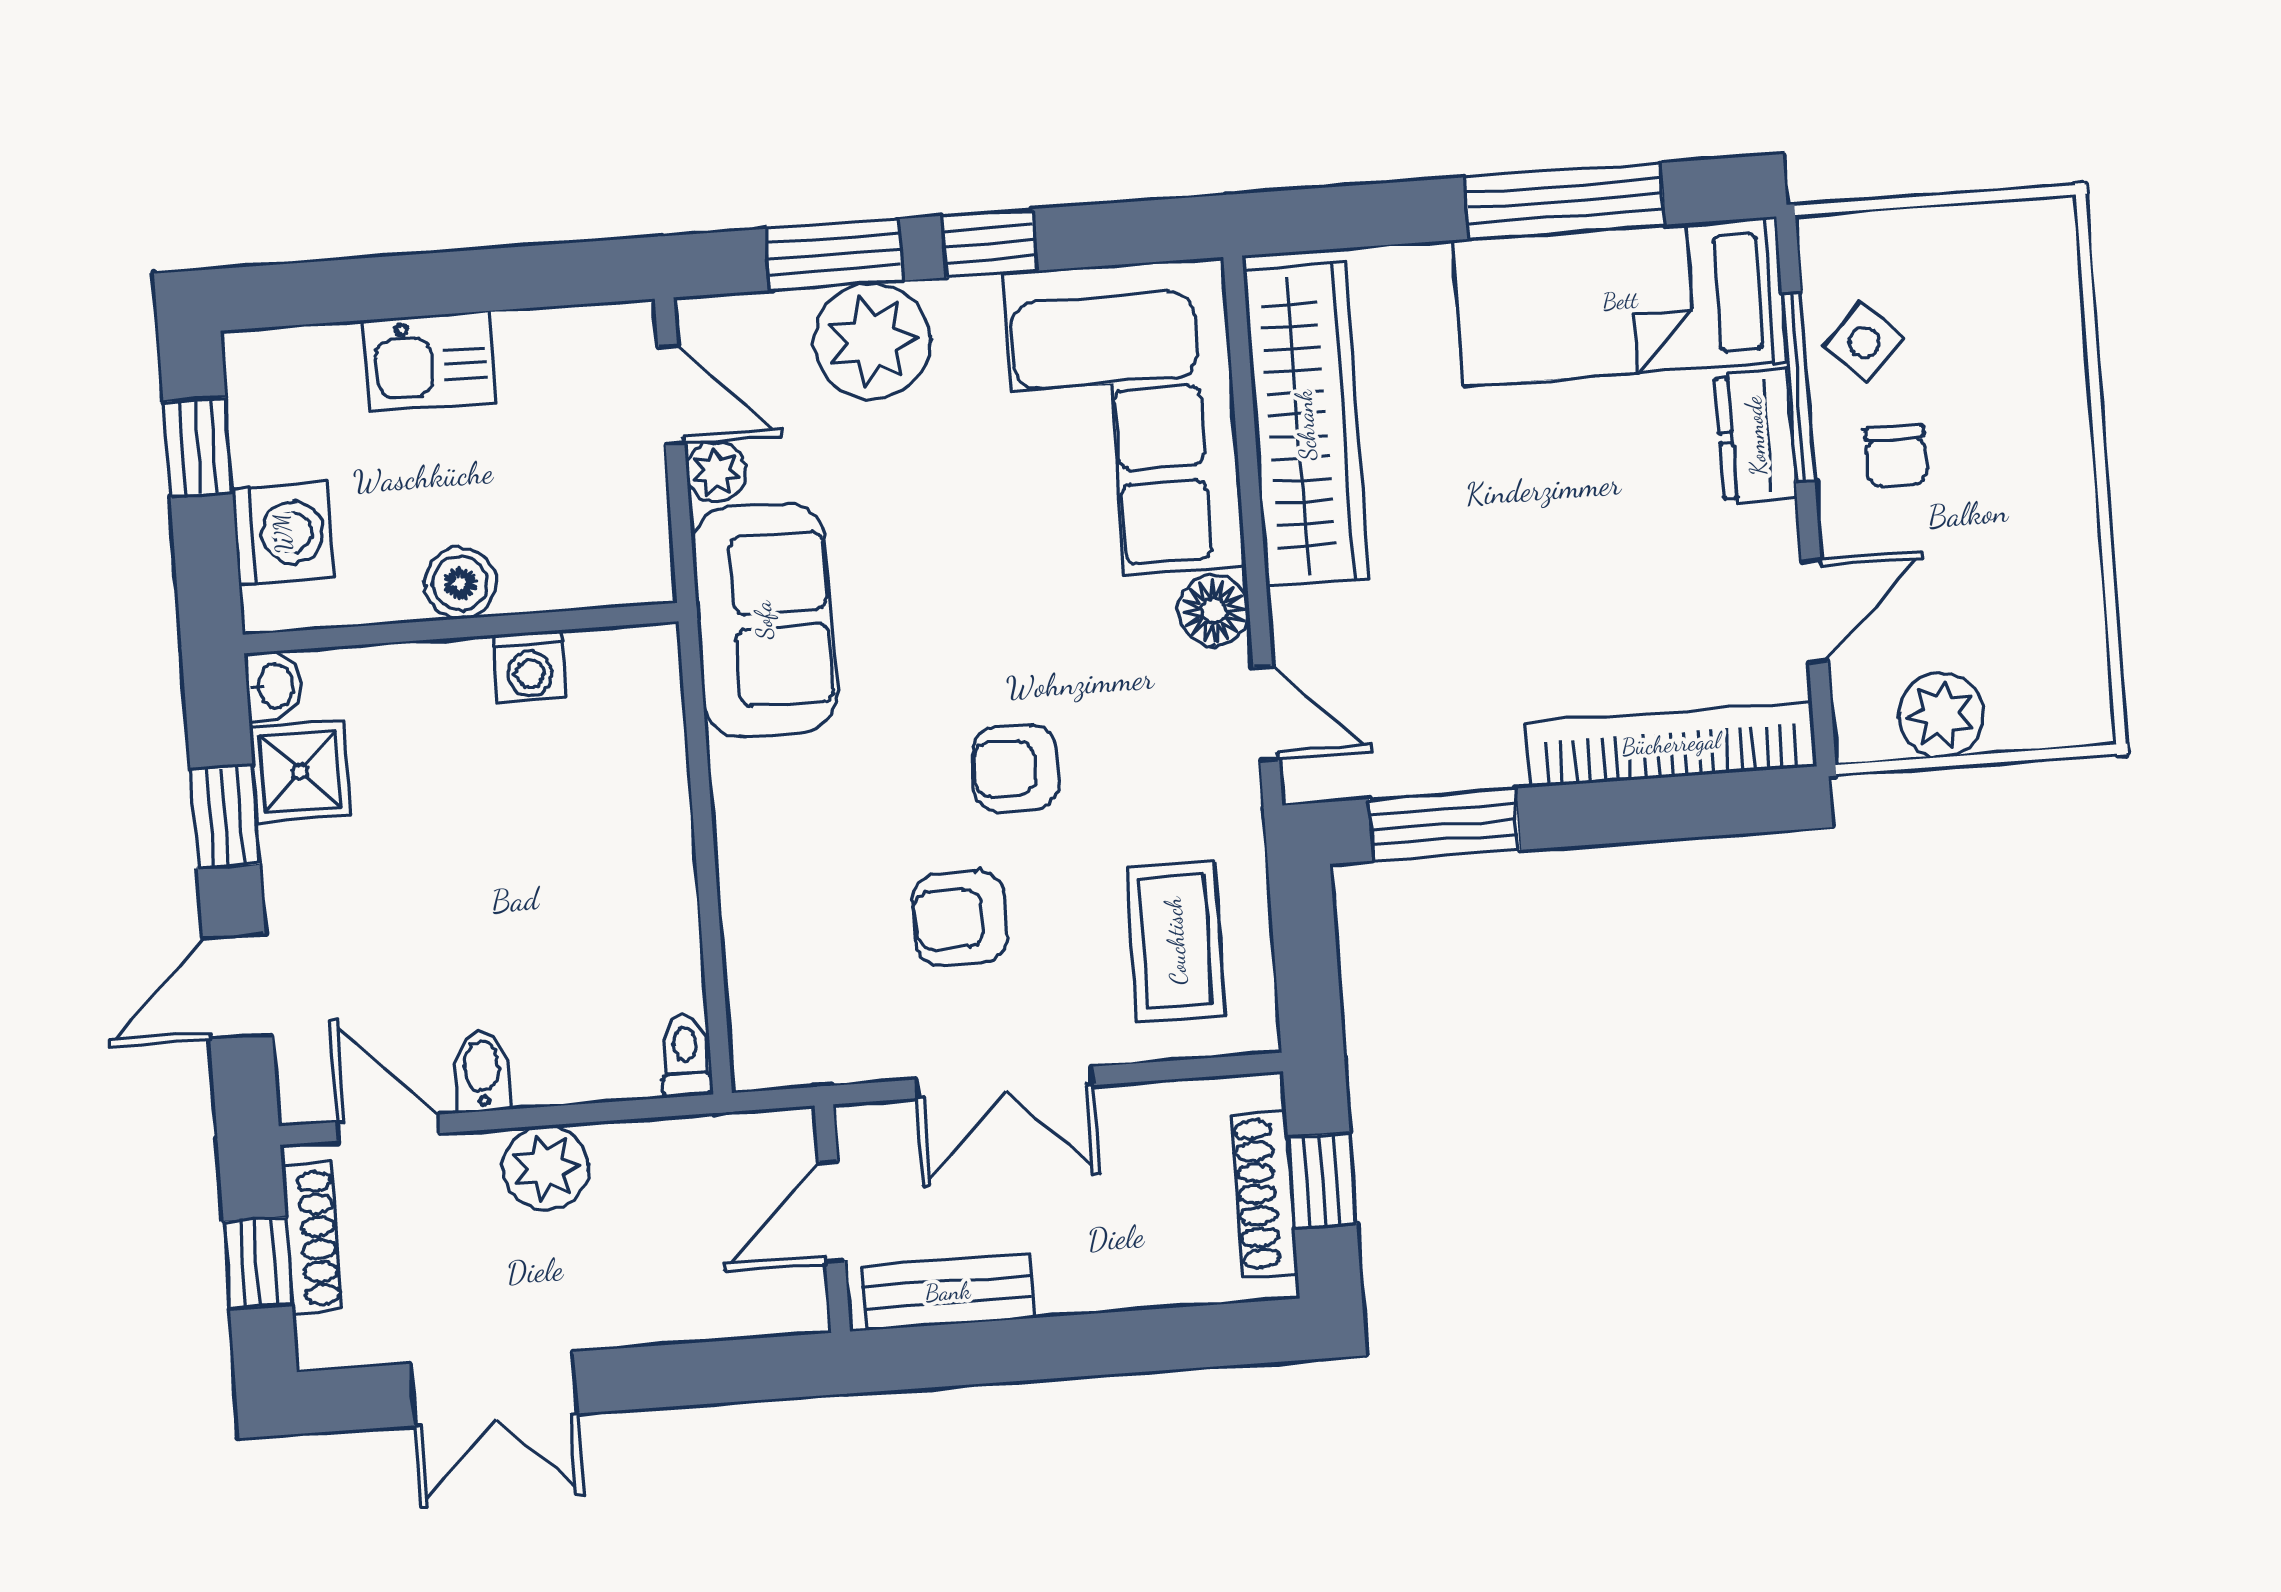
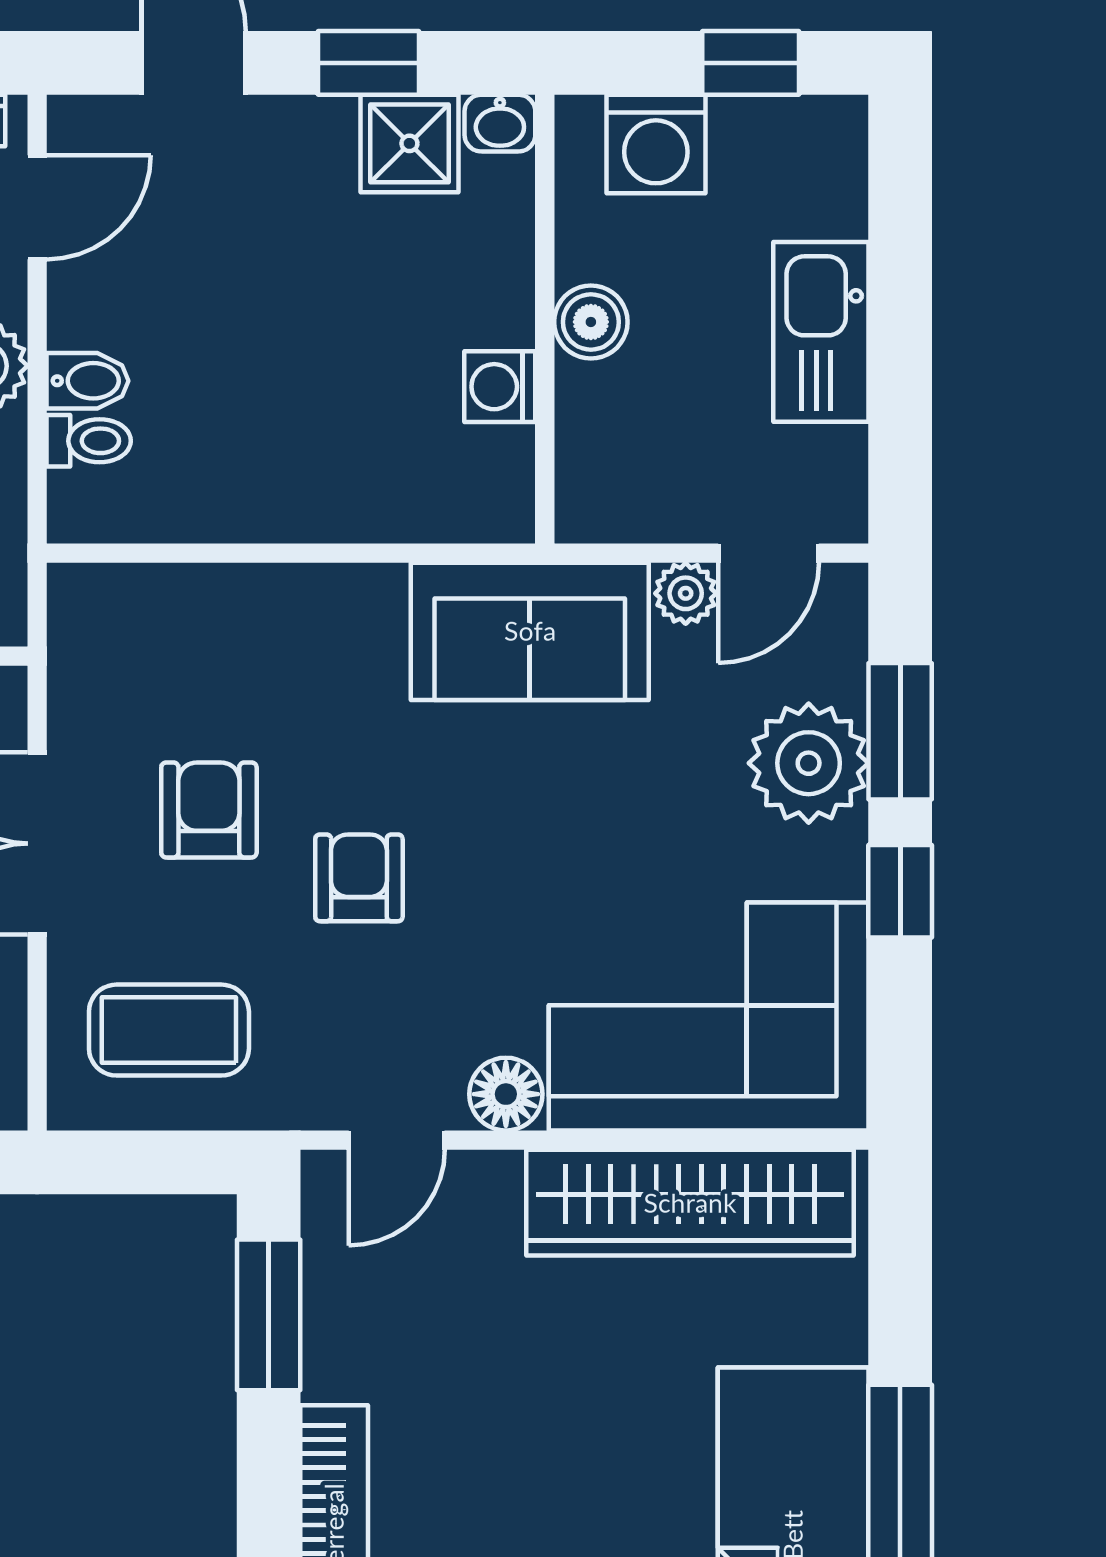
kitchen sink: (430, 362) -> (821, 332), width x1.38
toilet: (685, 1056) -> (89, 441), moved
bidet: (482, 1072) -> (87, 381), moved

